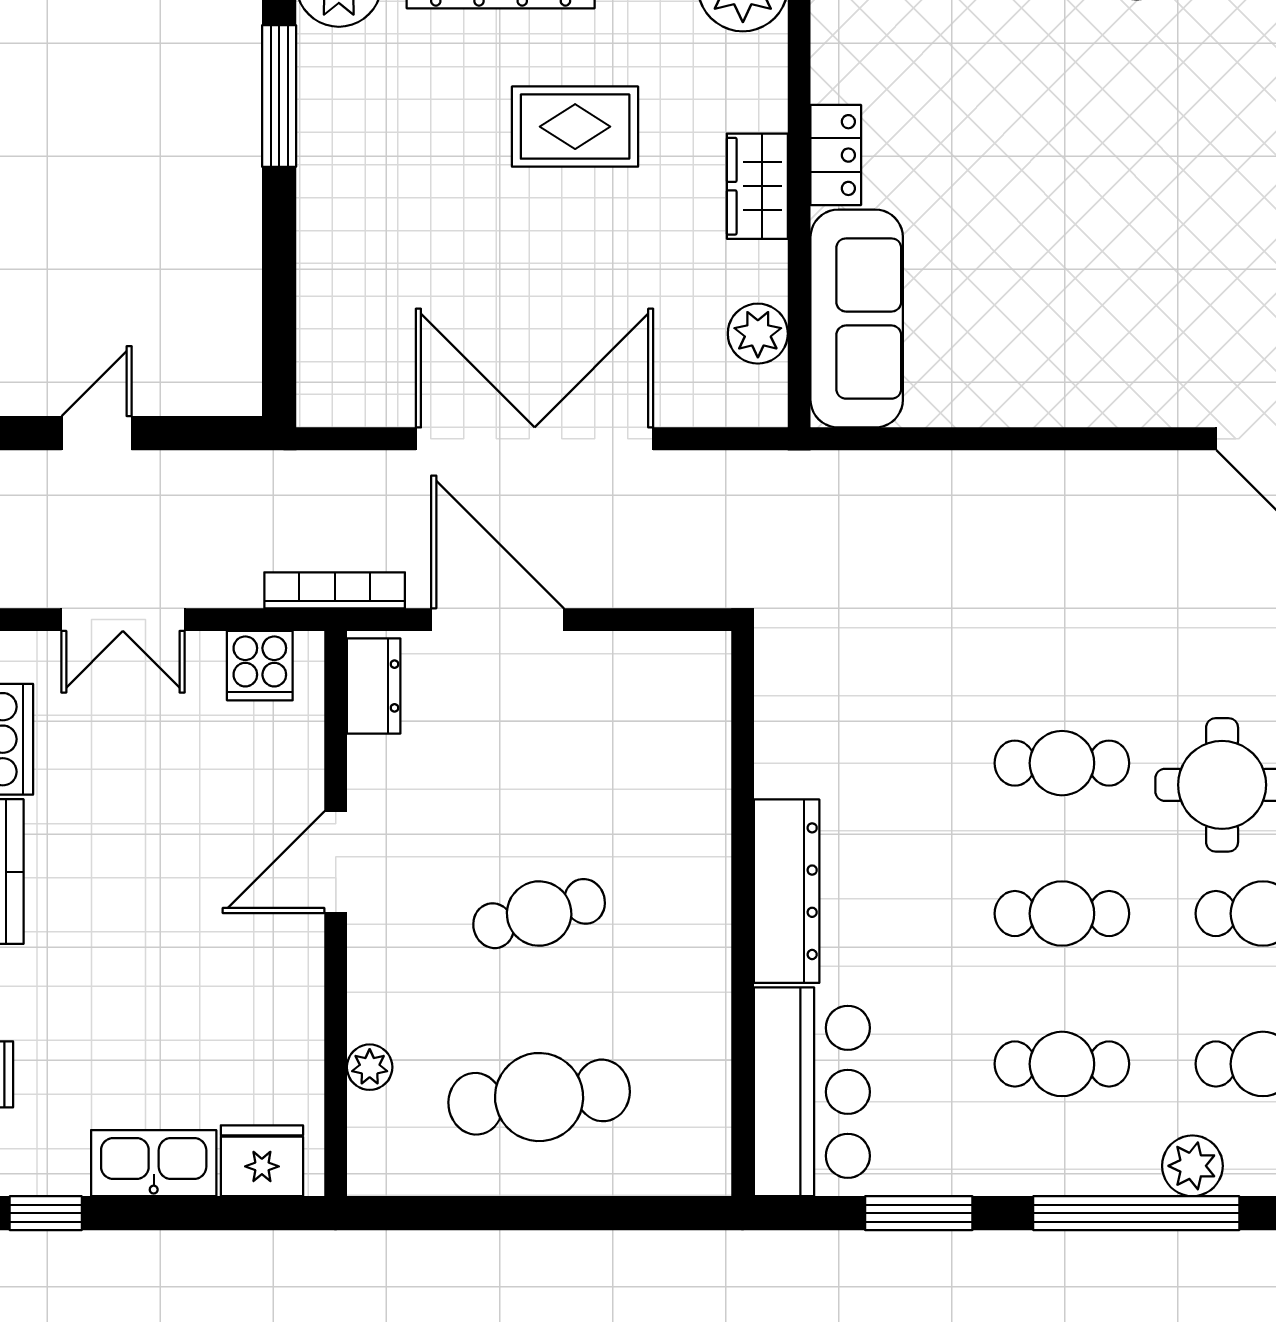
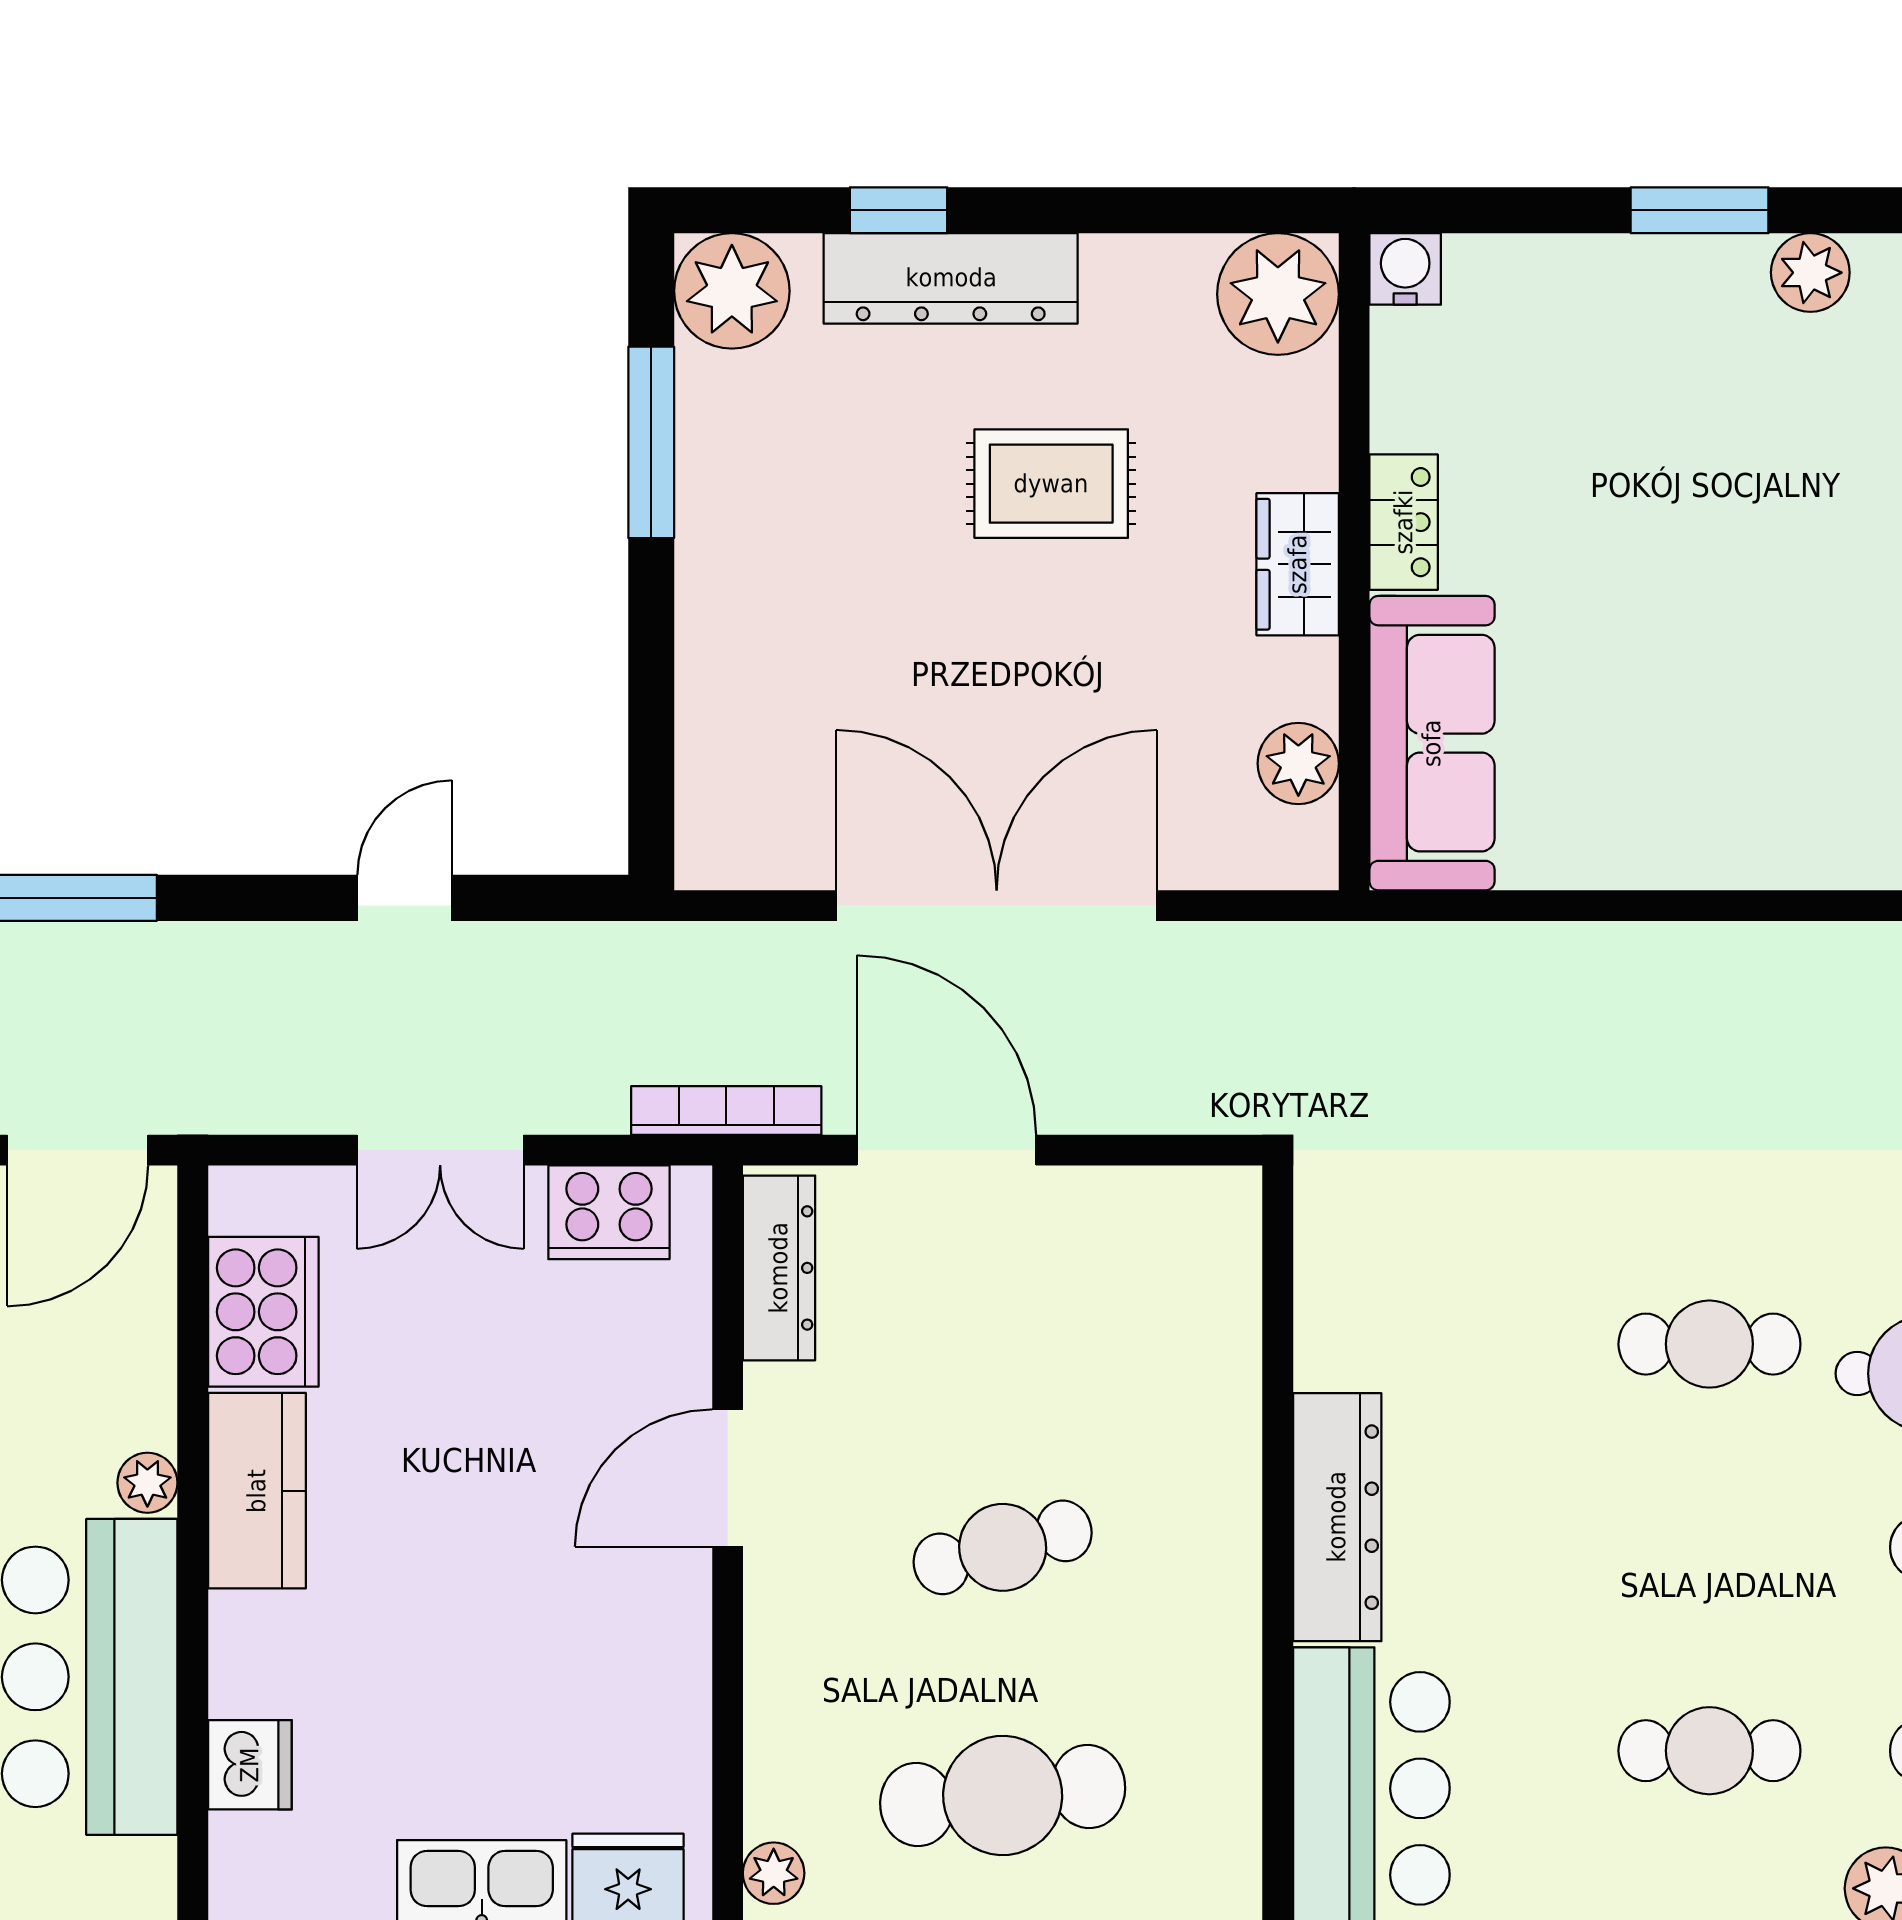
cooker: (260, 666) -> (609, 1212), width x1.36
dresser: (374, 686) -> (779, 1268), width x1.44
cafe table: (1062, 914) -> (1709, 1547), removed
plant: (370, 1067) -> (774, 1873), moved

